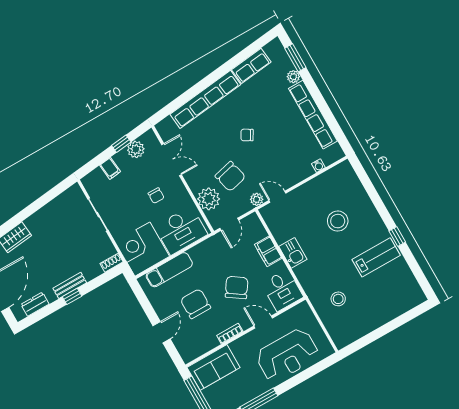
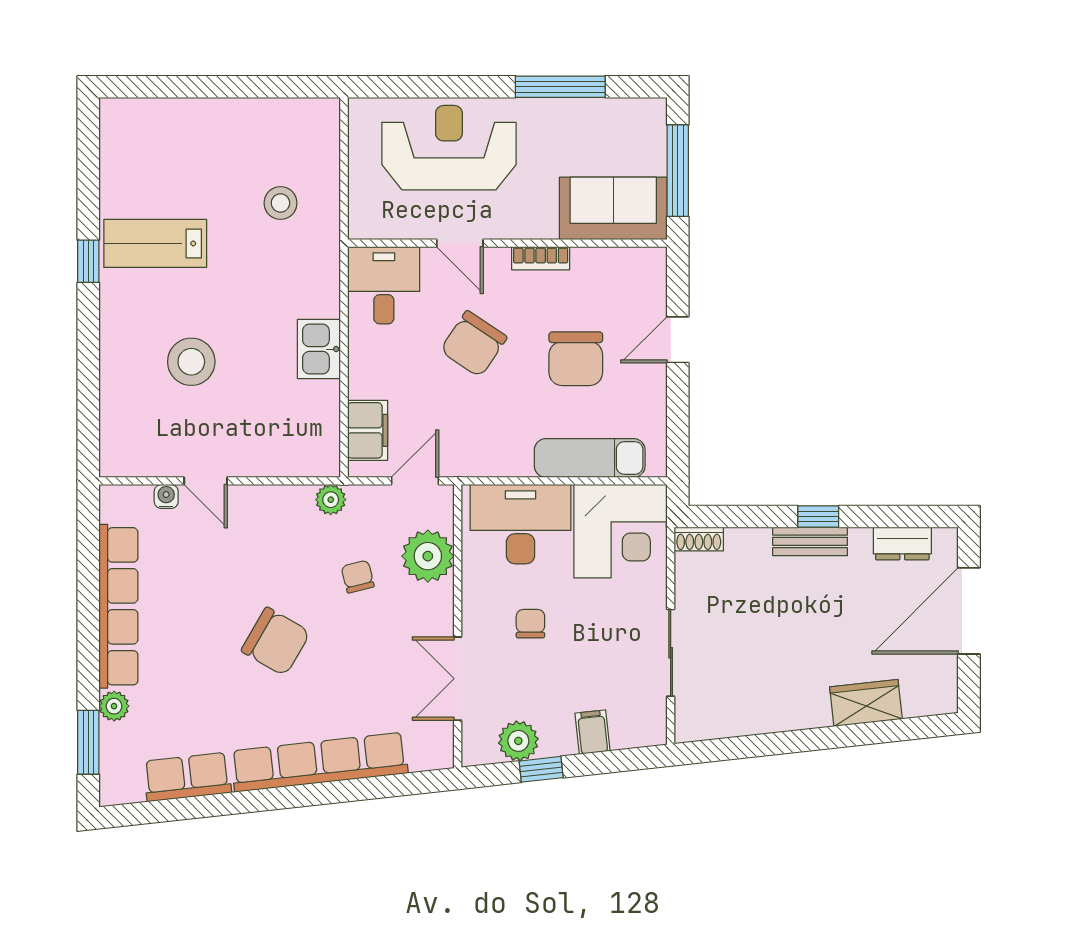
chair: (247, 135) -> (276, 642), width x1.87, depth x1.87
chair: (230, 176) -> (358, 577), width x0.54, depth x0.54
door: (277, 197) -> (206, 481), moved
filing cabinet: (268, 251) -> (368, 430), moved

